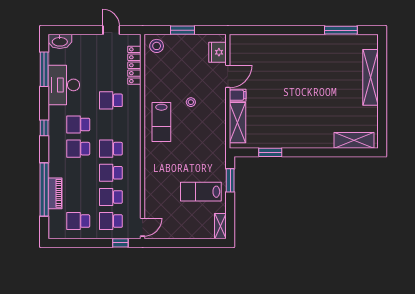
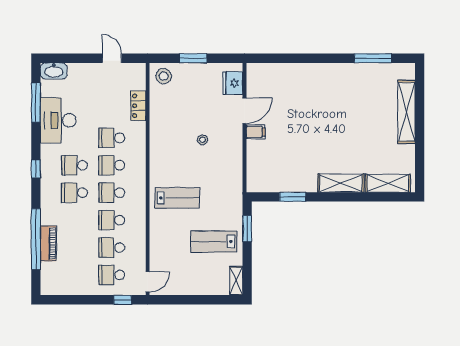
locker: (134, 65) -> (138, 106), width x0.66
lab bench: (161, 122) -> (177, 198), moved, turned -90
shelving: (238, 123) -> (341, 183), moved, turned 90
school desk: (78, 221) -> (112, 165), moved

